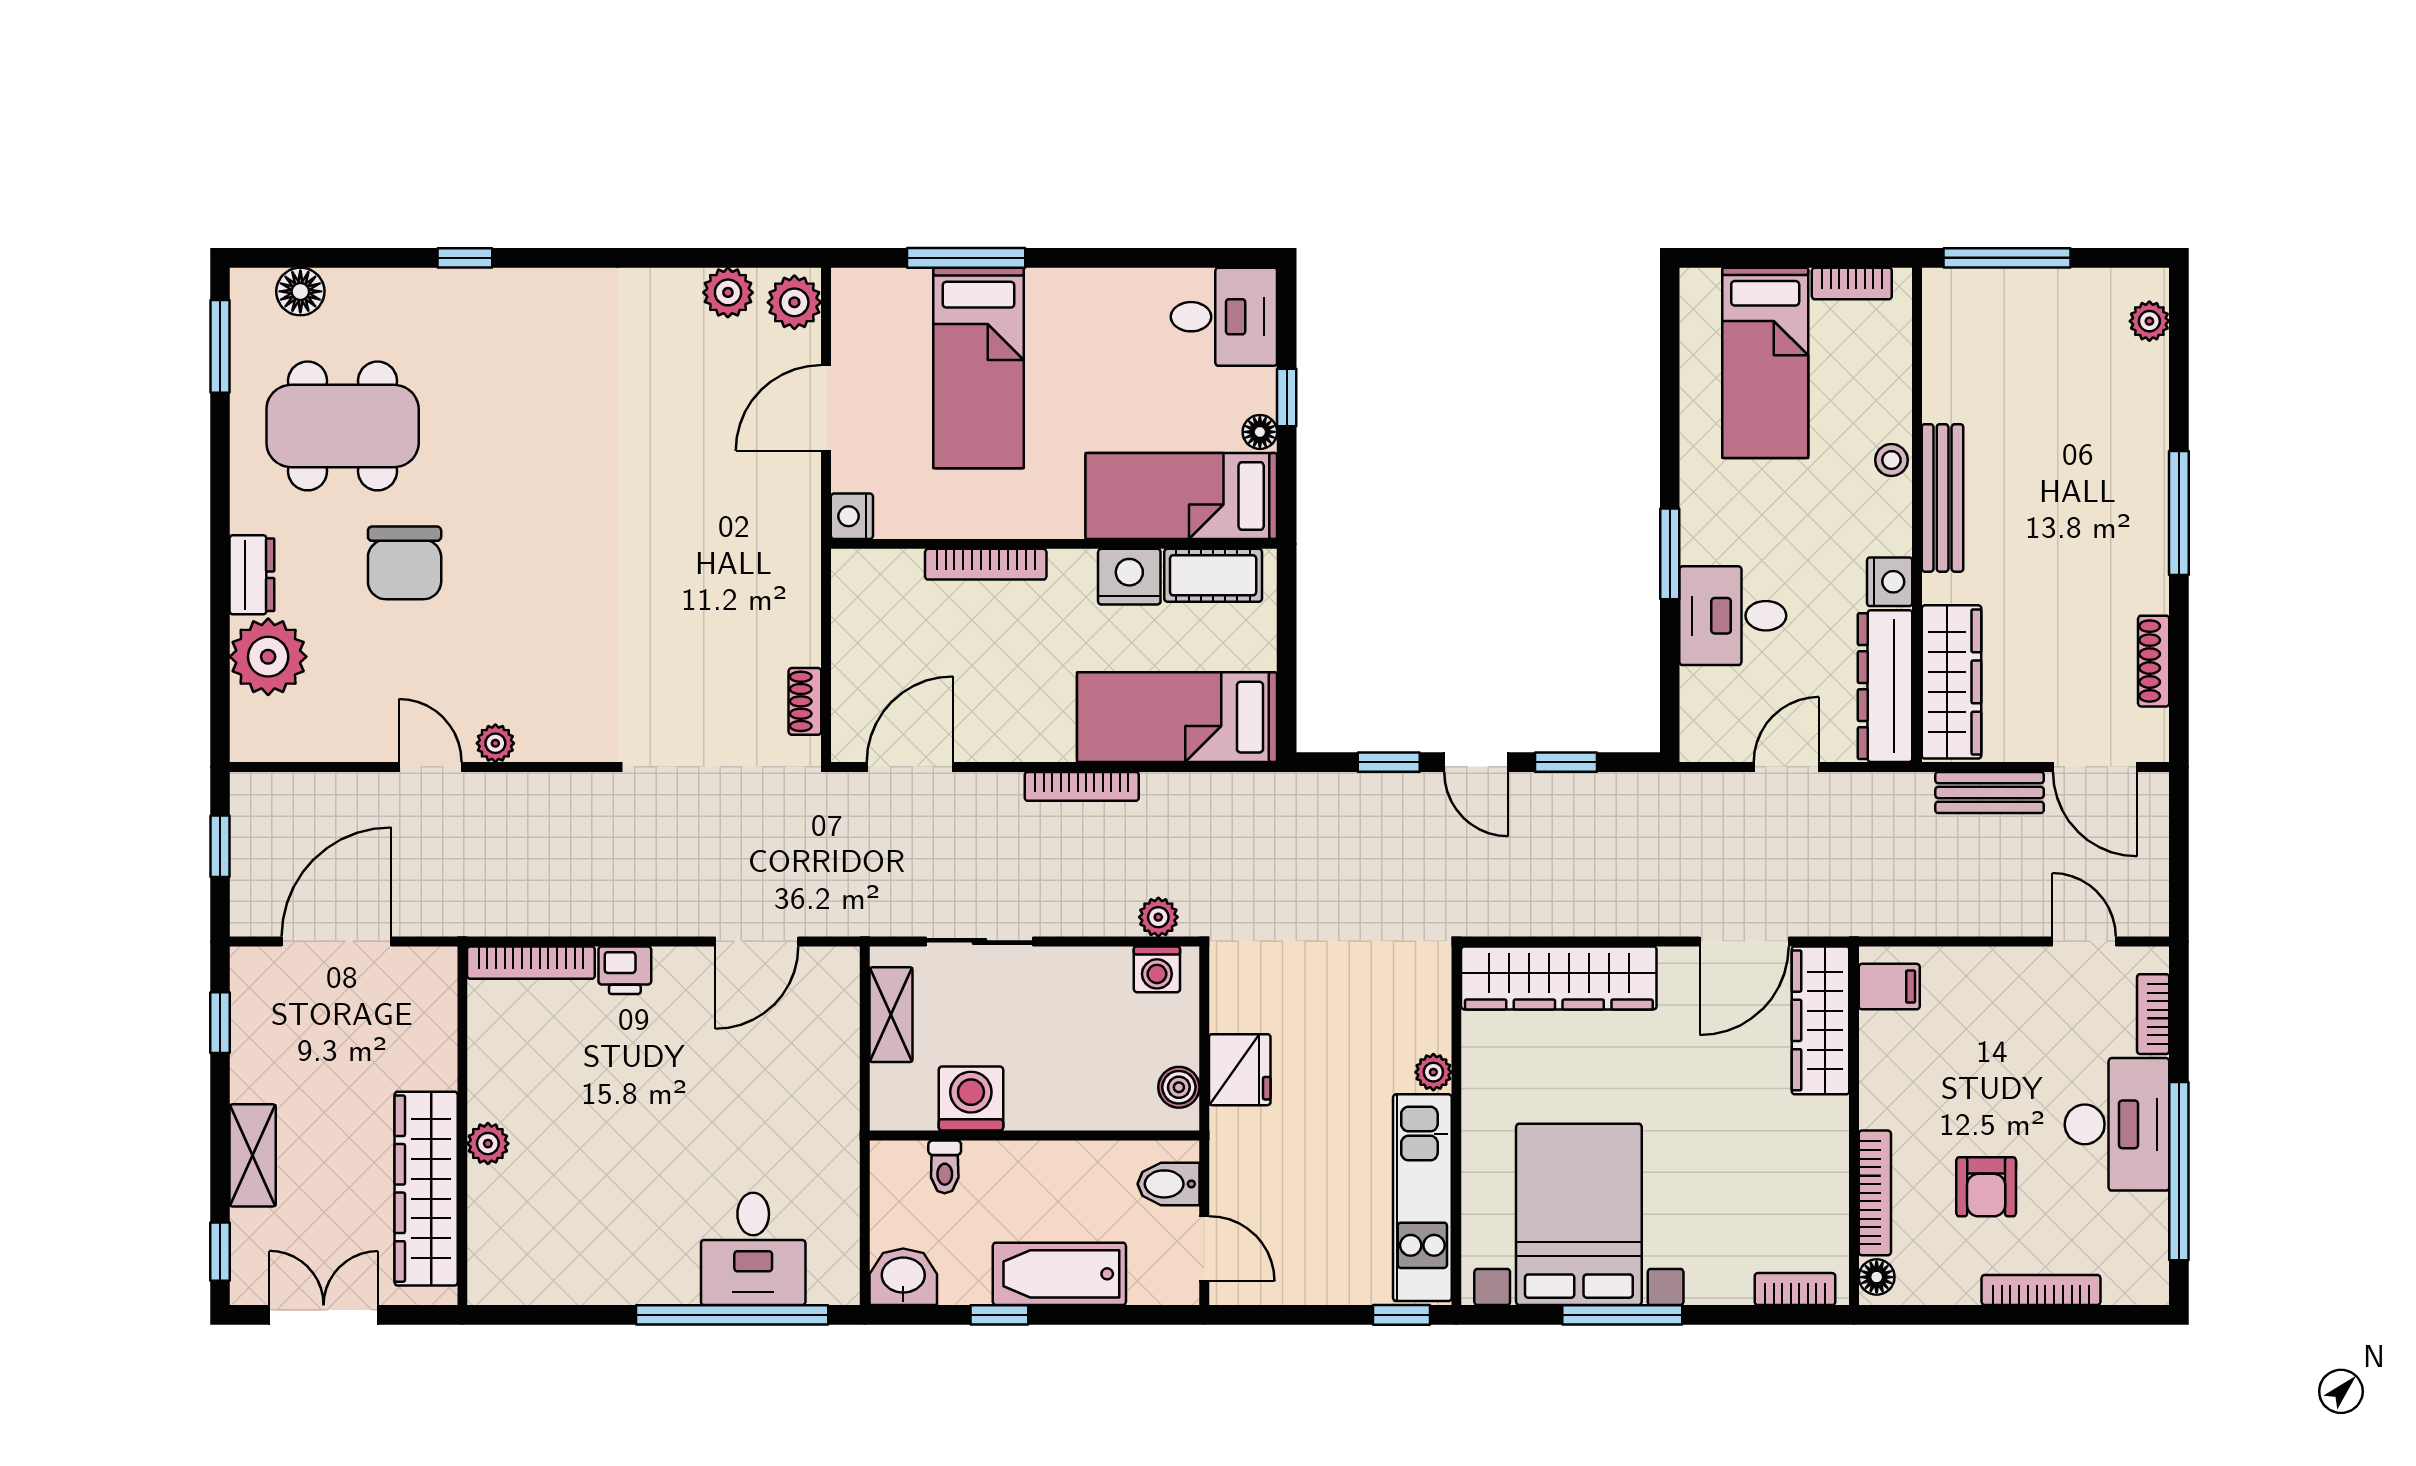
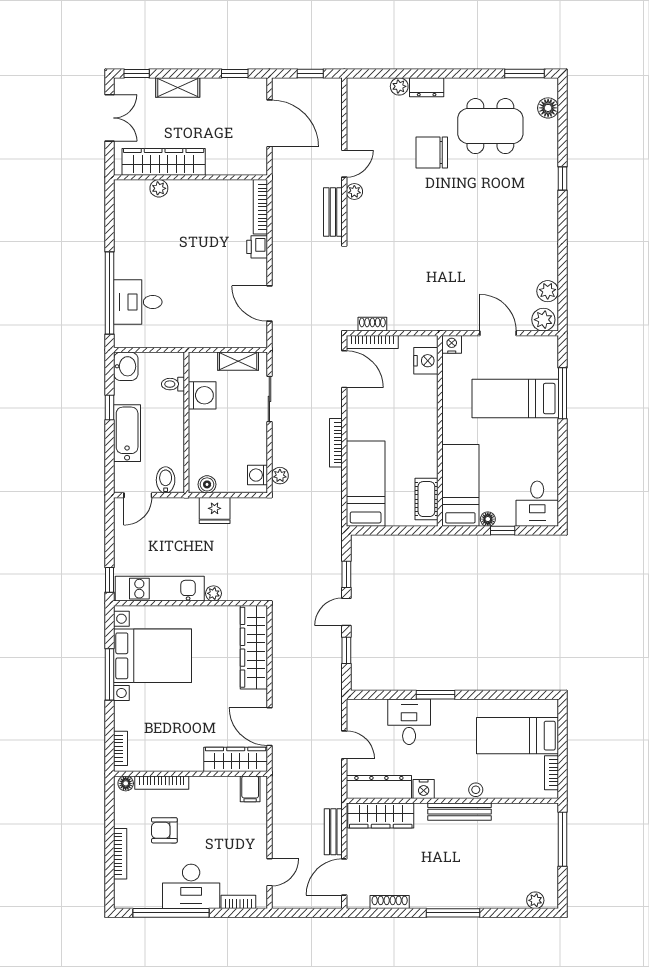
dining table: (343, 426) -> (490, 126), turned 90
bookcase: (986, 564) -> (372, 342), moved, turned -90
nightstand: (1129, 577) -> (426, 361), moved
plant: (268, 657) -> (399, 86), width x0.53, depth x0.53
bench: (543, 794) -> (333, 212), added
plant: (488, 1144) -> (159, 188), moved

